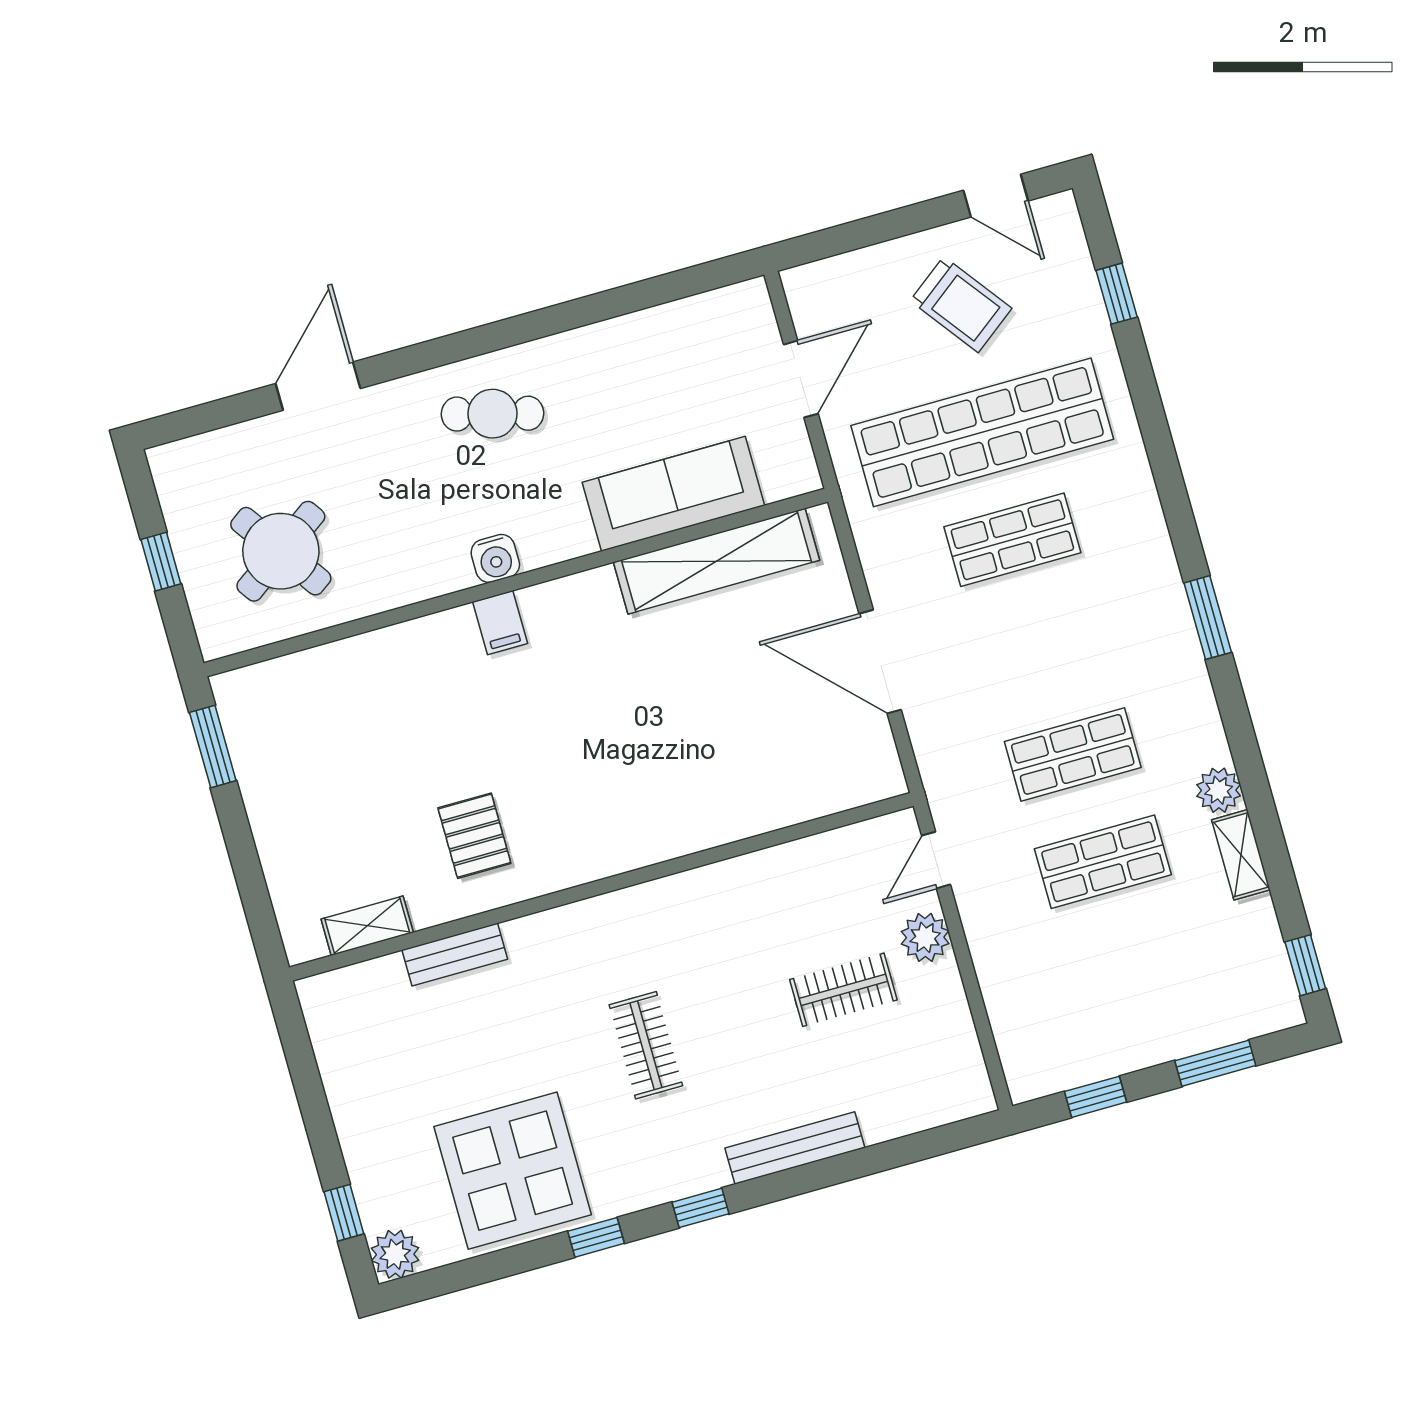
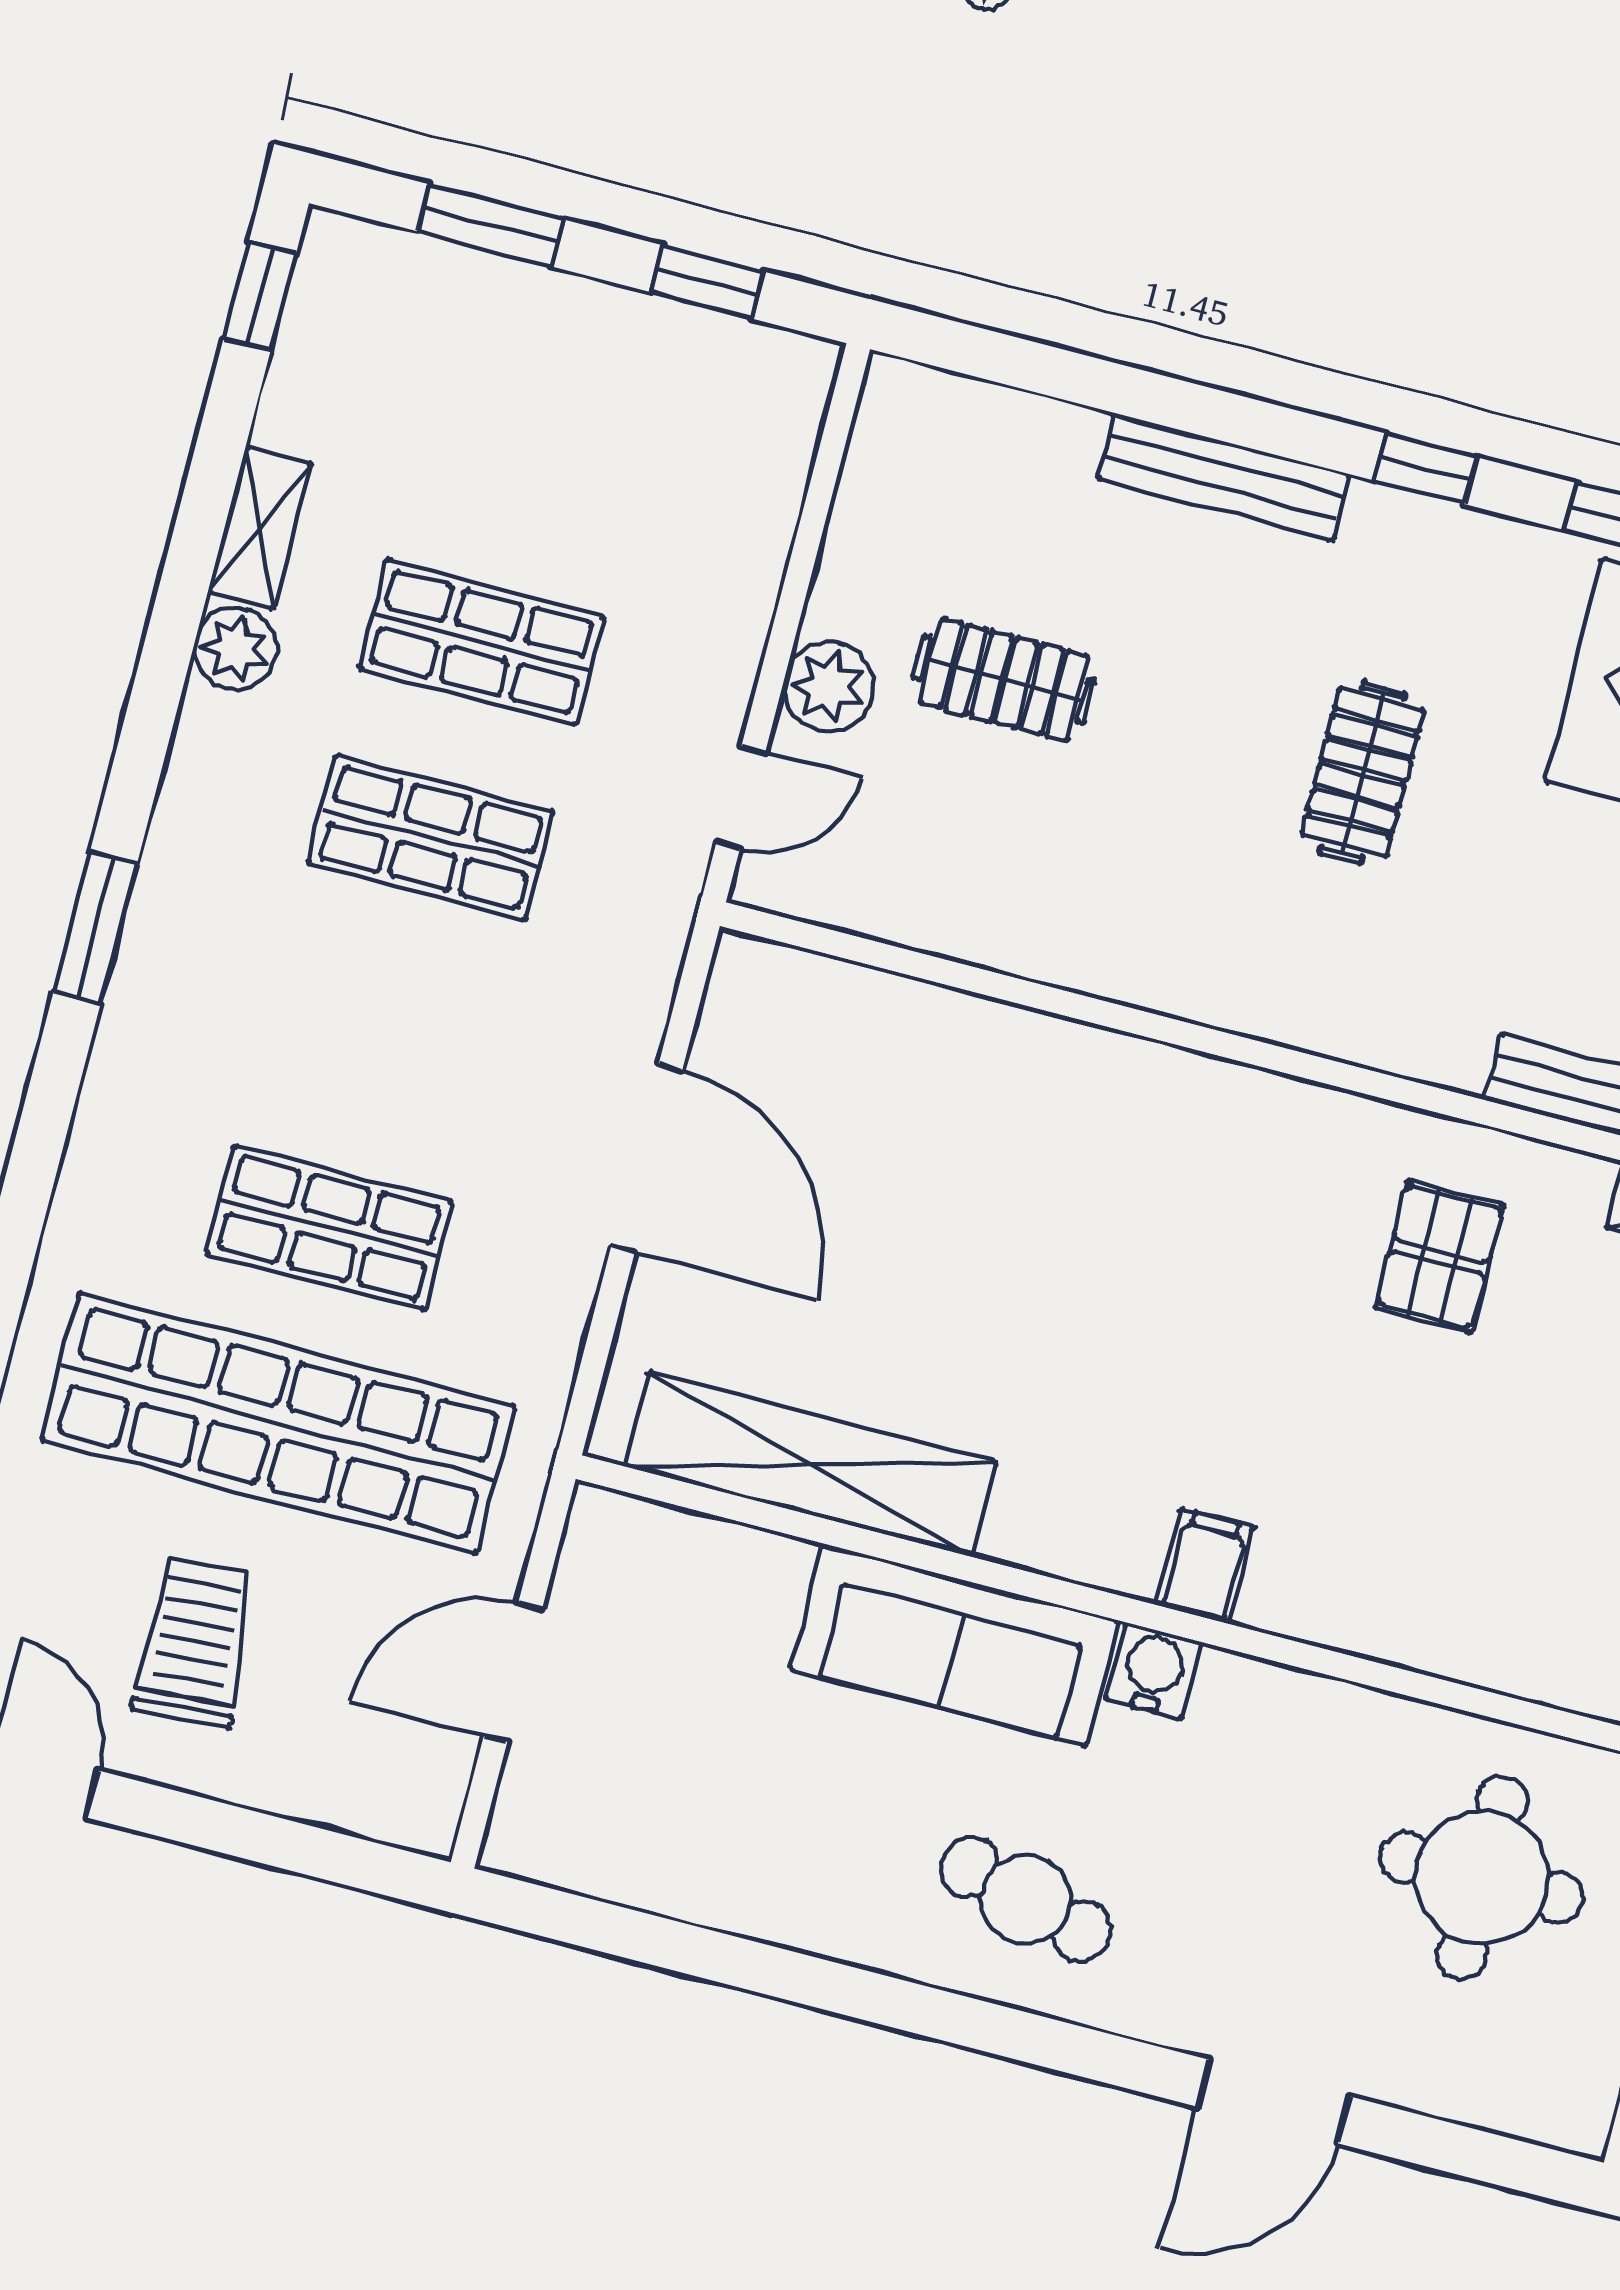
trolley: (961, 304) -> (195, 1642), turned 33
sofa: (673, 494) -> (954, 1645), moved
round table: (281, 551) -> (1482, 1878), turned 35

